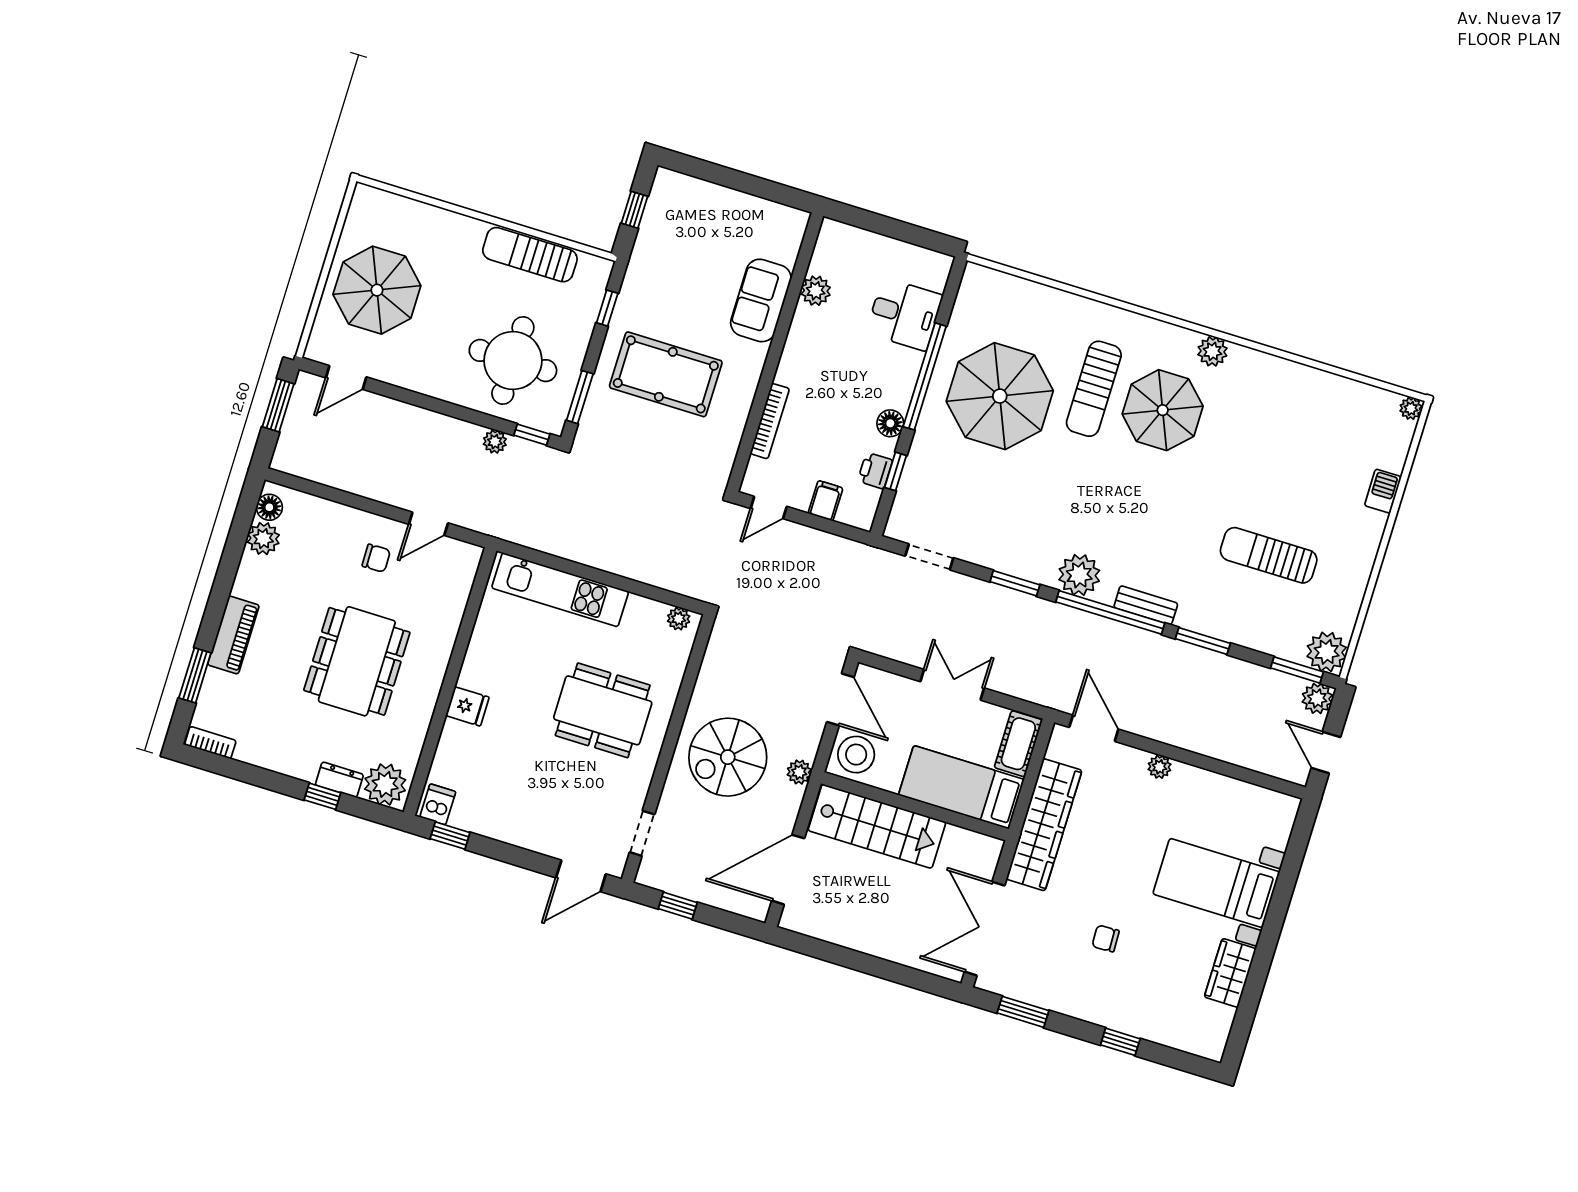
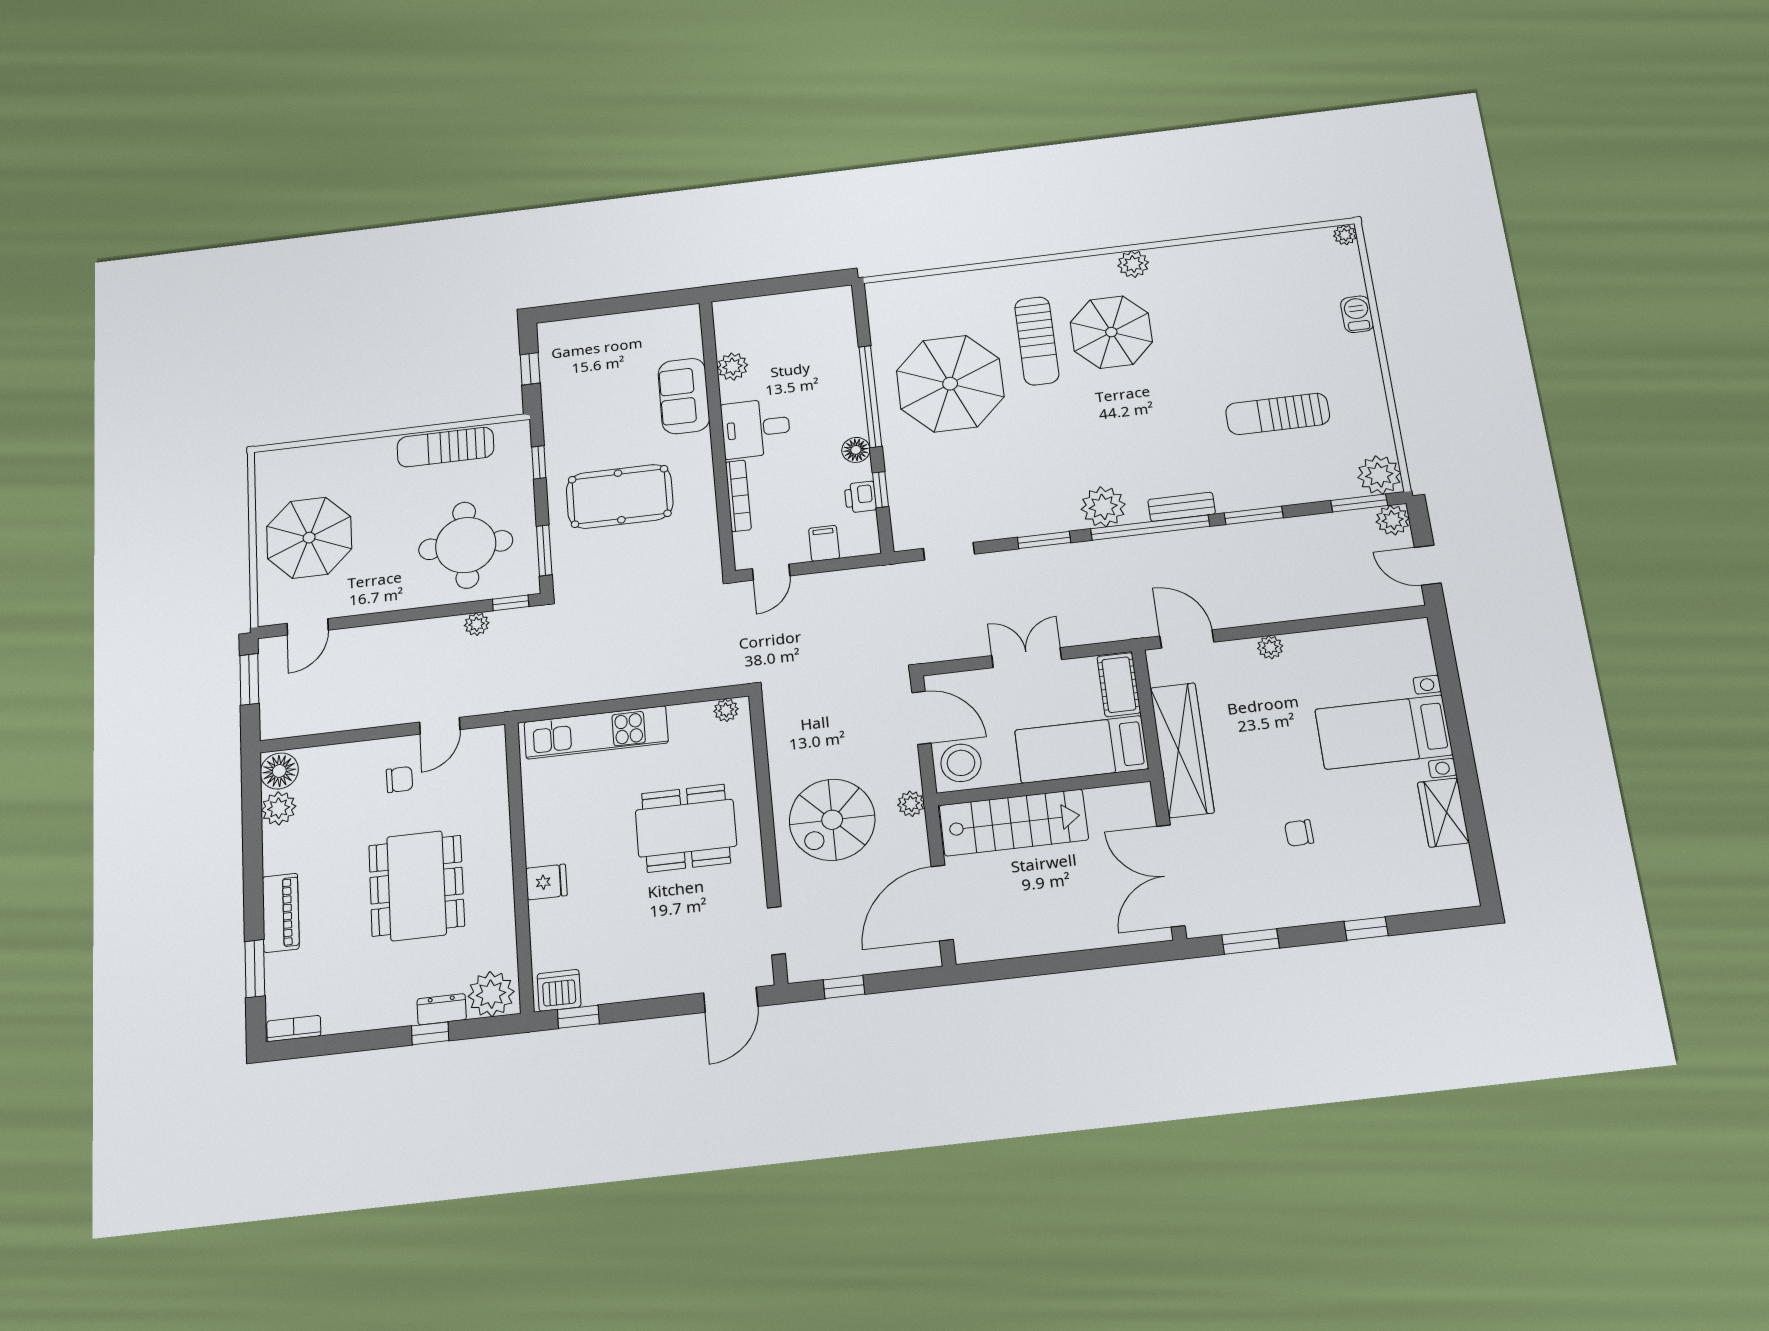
desk: (904, 314) -> (756, 428), moved, turned 180
floor lamp: (269, 507) -> (279, 771), width x1.38, depth x1.38
dishwasher: (438, 804) -> (559, 990), width x1.38

